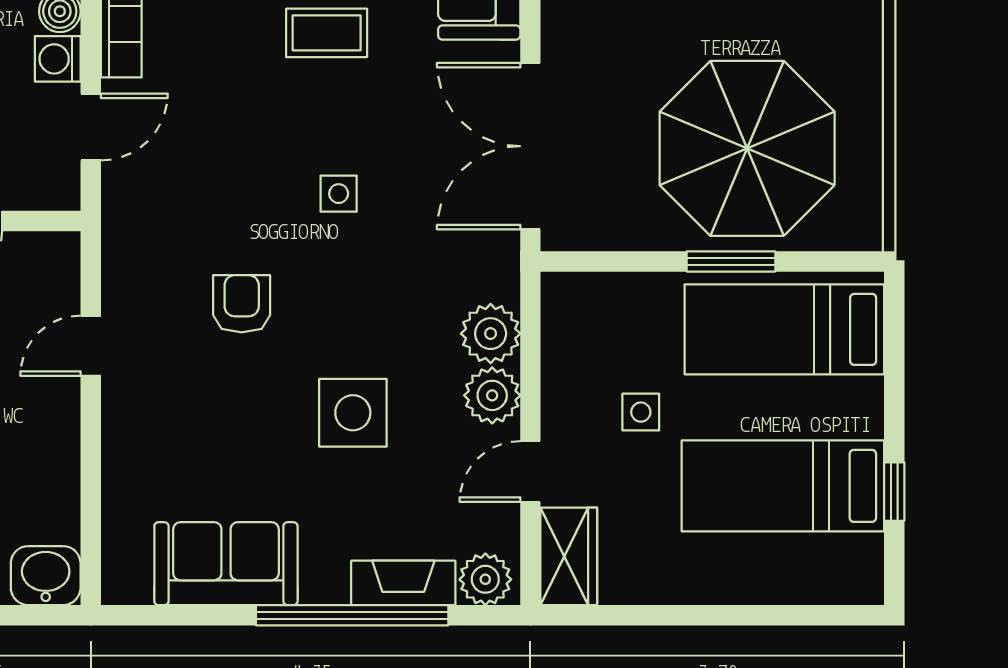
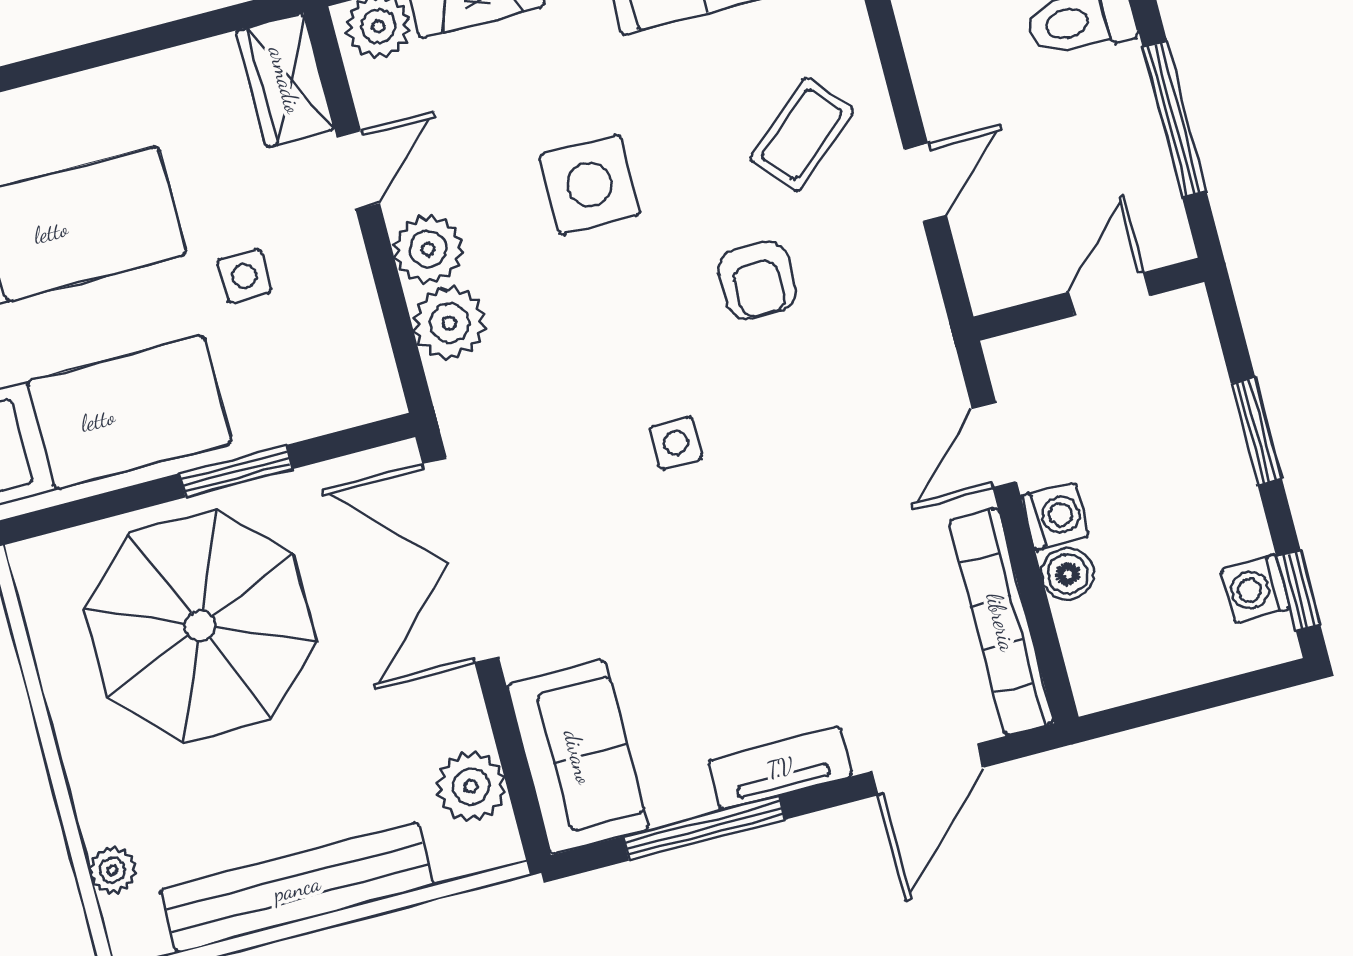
coffee table: (327, 33) -> (802, 134), moved, turned -41
double door: (530, 146) -> (461, 560), swing flipped
window: (731, 262) -> (236, 471), moved

